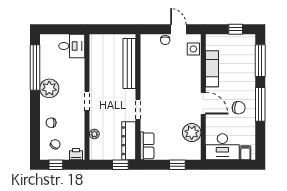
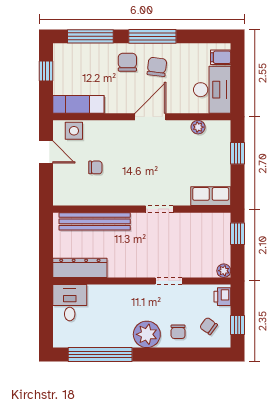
door: (178, 29) -> (46, 152), swing flipped
chair: (165, 40) -> (95, 167), moved
exam couch: (212, 69) -> (78, 104), moved
chair: (242, 87) -> (127, 62), added
plant: (49, 88) -> (147, 334), moved
doorway: (87, 101) -> (169, 281), moved
plant: (192, 133) -> (198, 127), width x0.53, depth x0.53
plant: (94, 134) -> (224, 271), moved
dresser: (129, 141) -> (80, 268), moved, turned 180

